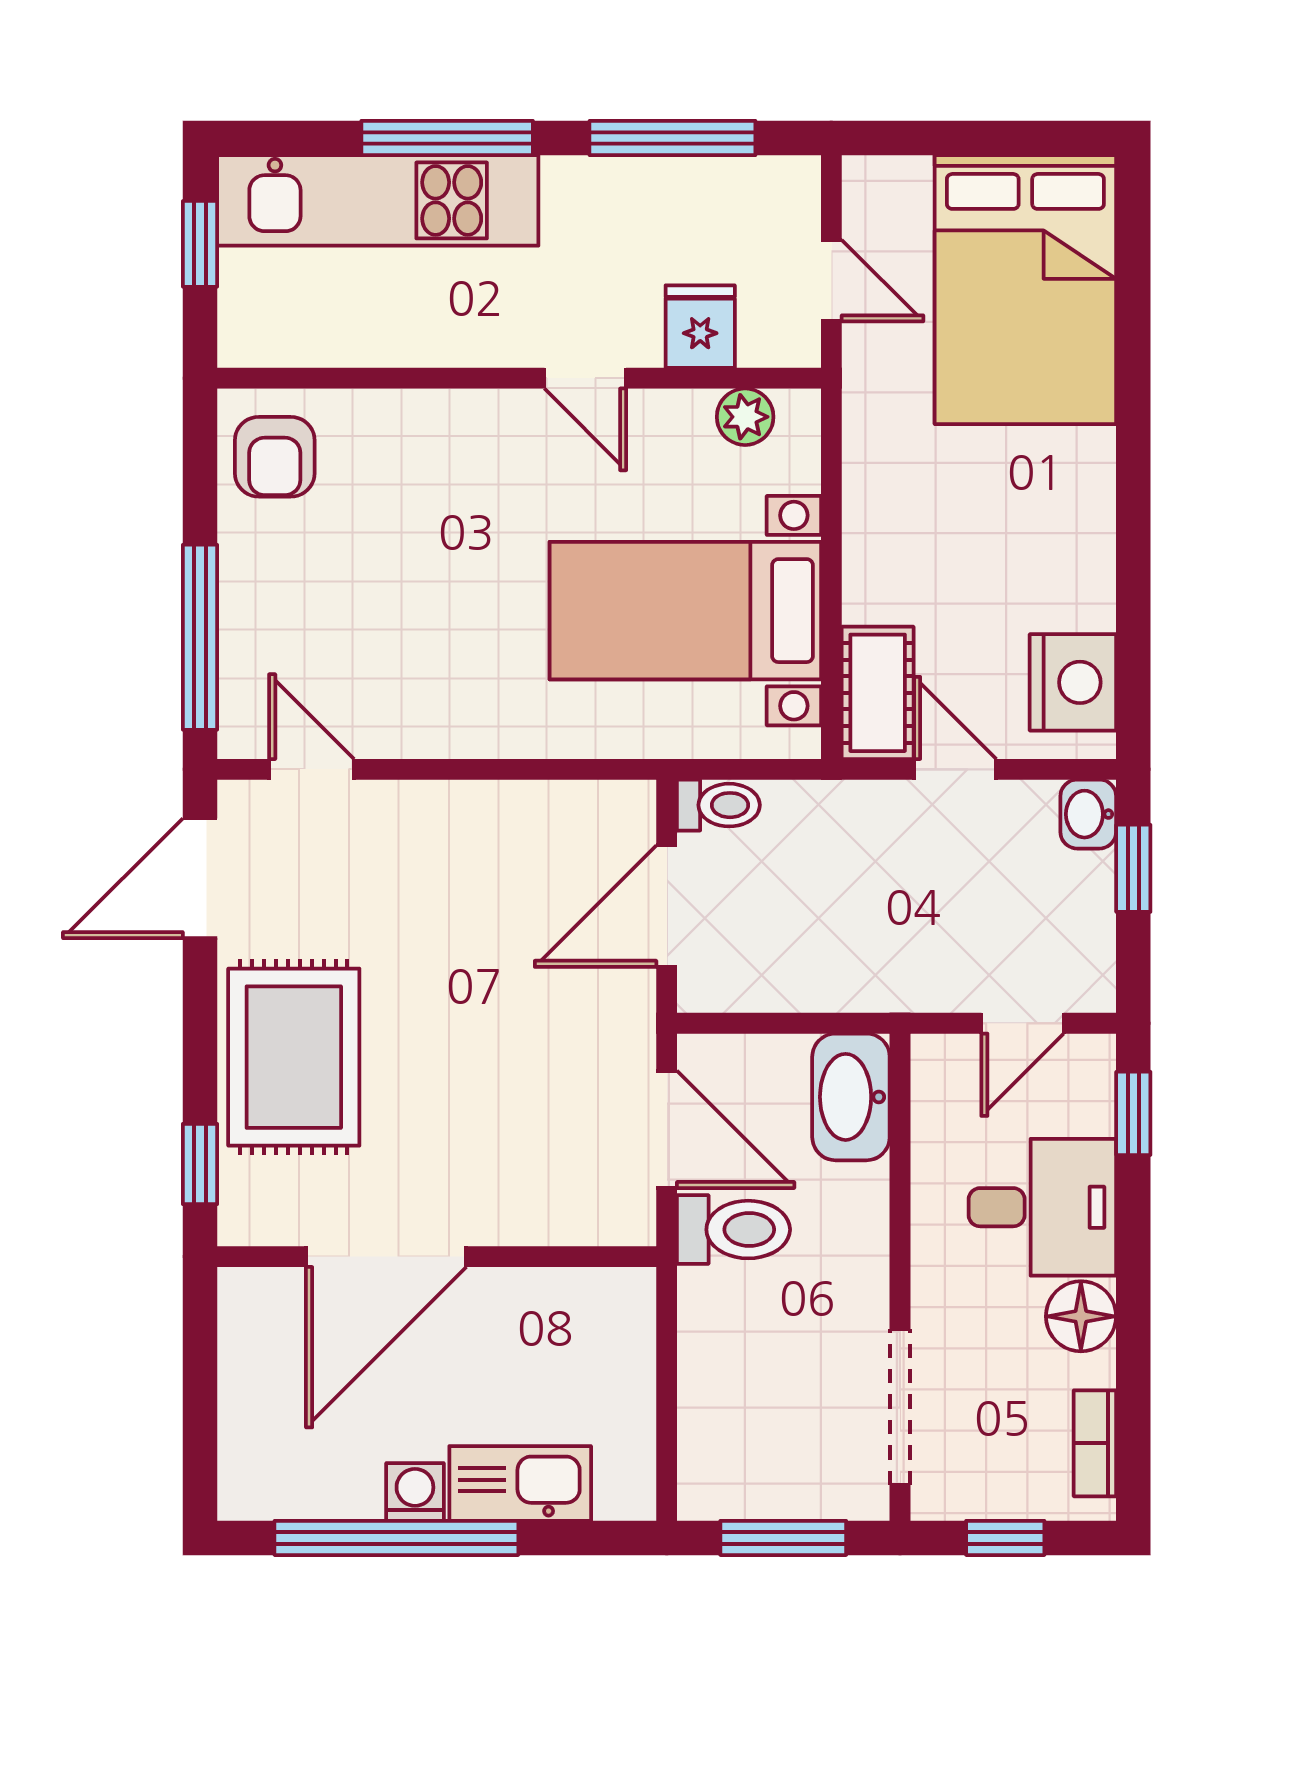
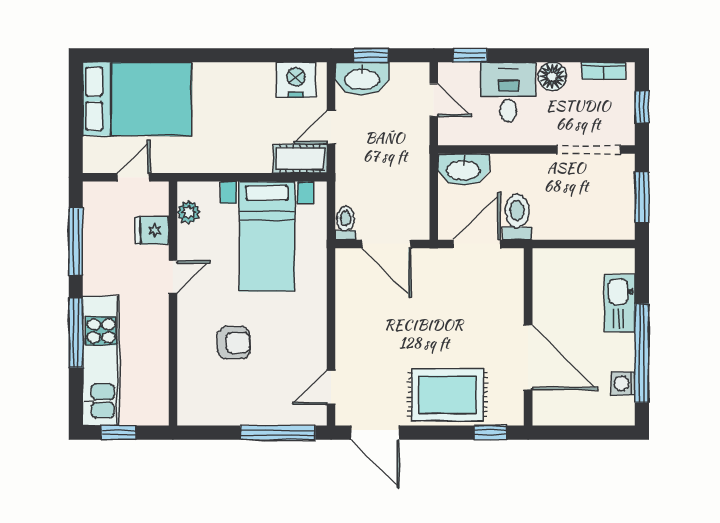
armchair: (275, 457) -> (234, 342), moved
washbasin: (1088, 814) -> (362, 78), width x1.91, depth x1.45
washing machine: (415, 1492) -> (623, 383), moved

